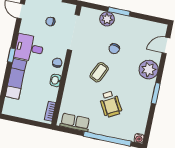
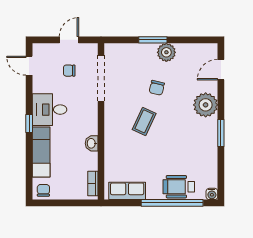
plant: (107, 19) -> (166, 52), moved
chair: (57, 63) -> (43, 190), moved
wheelchair: (110, 104) -> (179, 187), moved, turned 119

